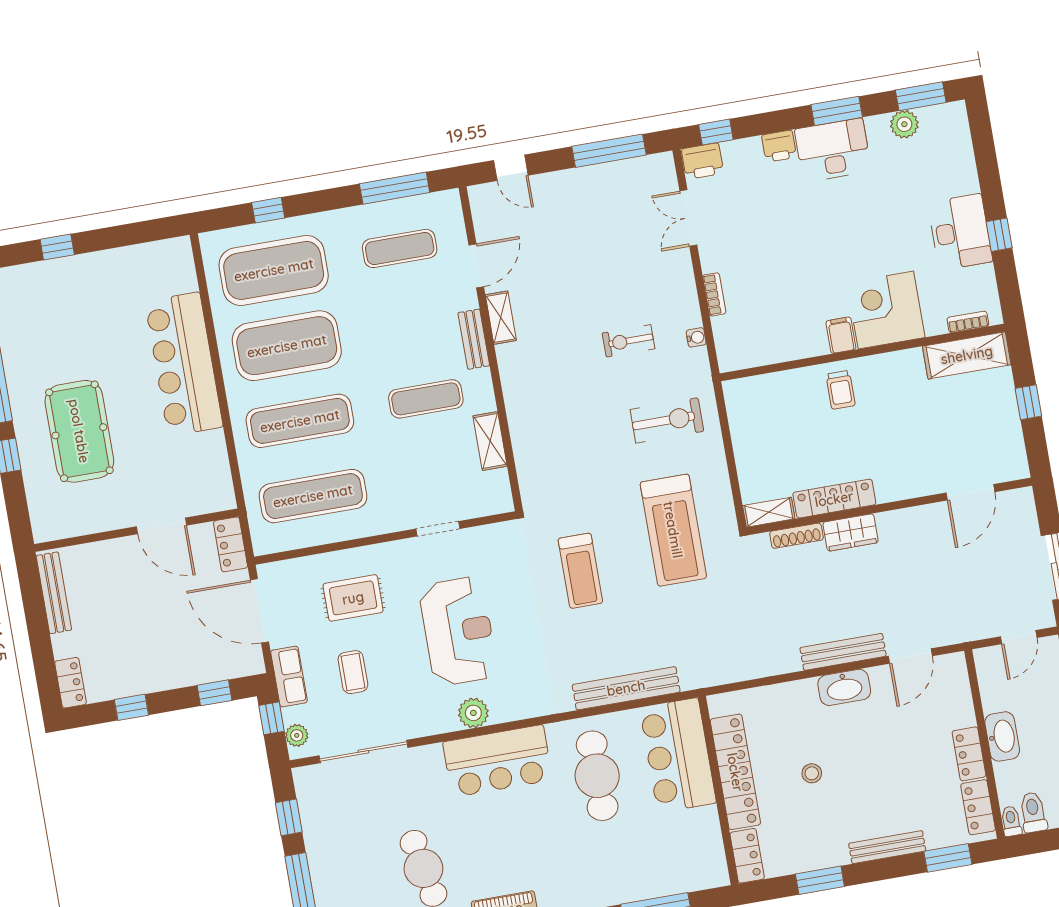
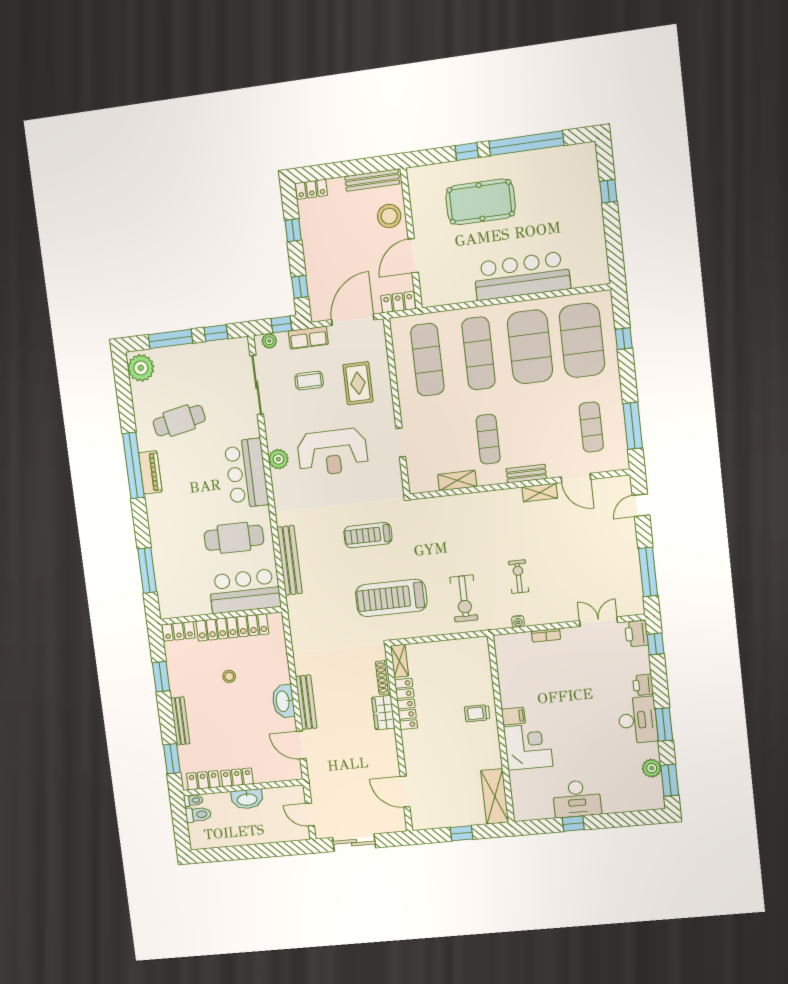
bookcase: (968, 322) -> (517, 799), removed
stool: (105, 565) -> (389, 216), added

